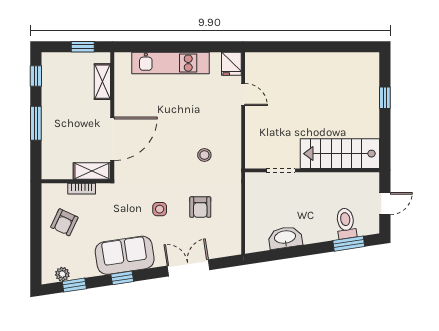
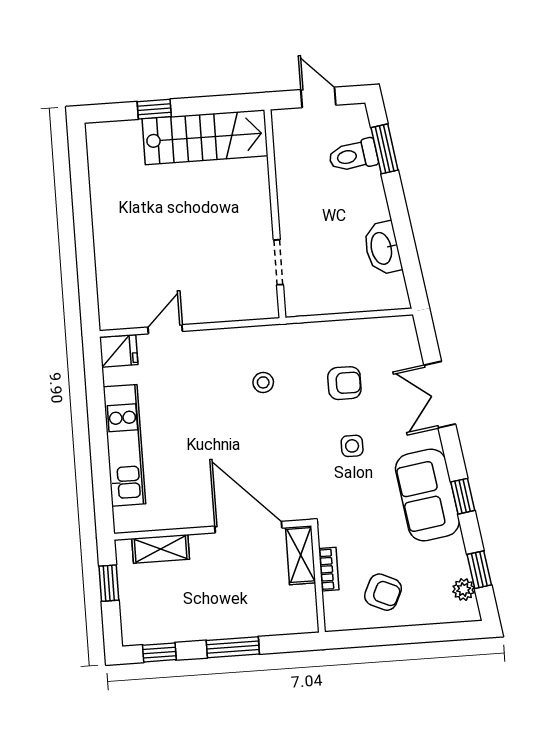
stairs: (340, 154) -> (205, 137), moved, turned -90

